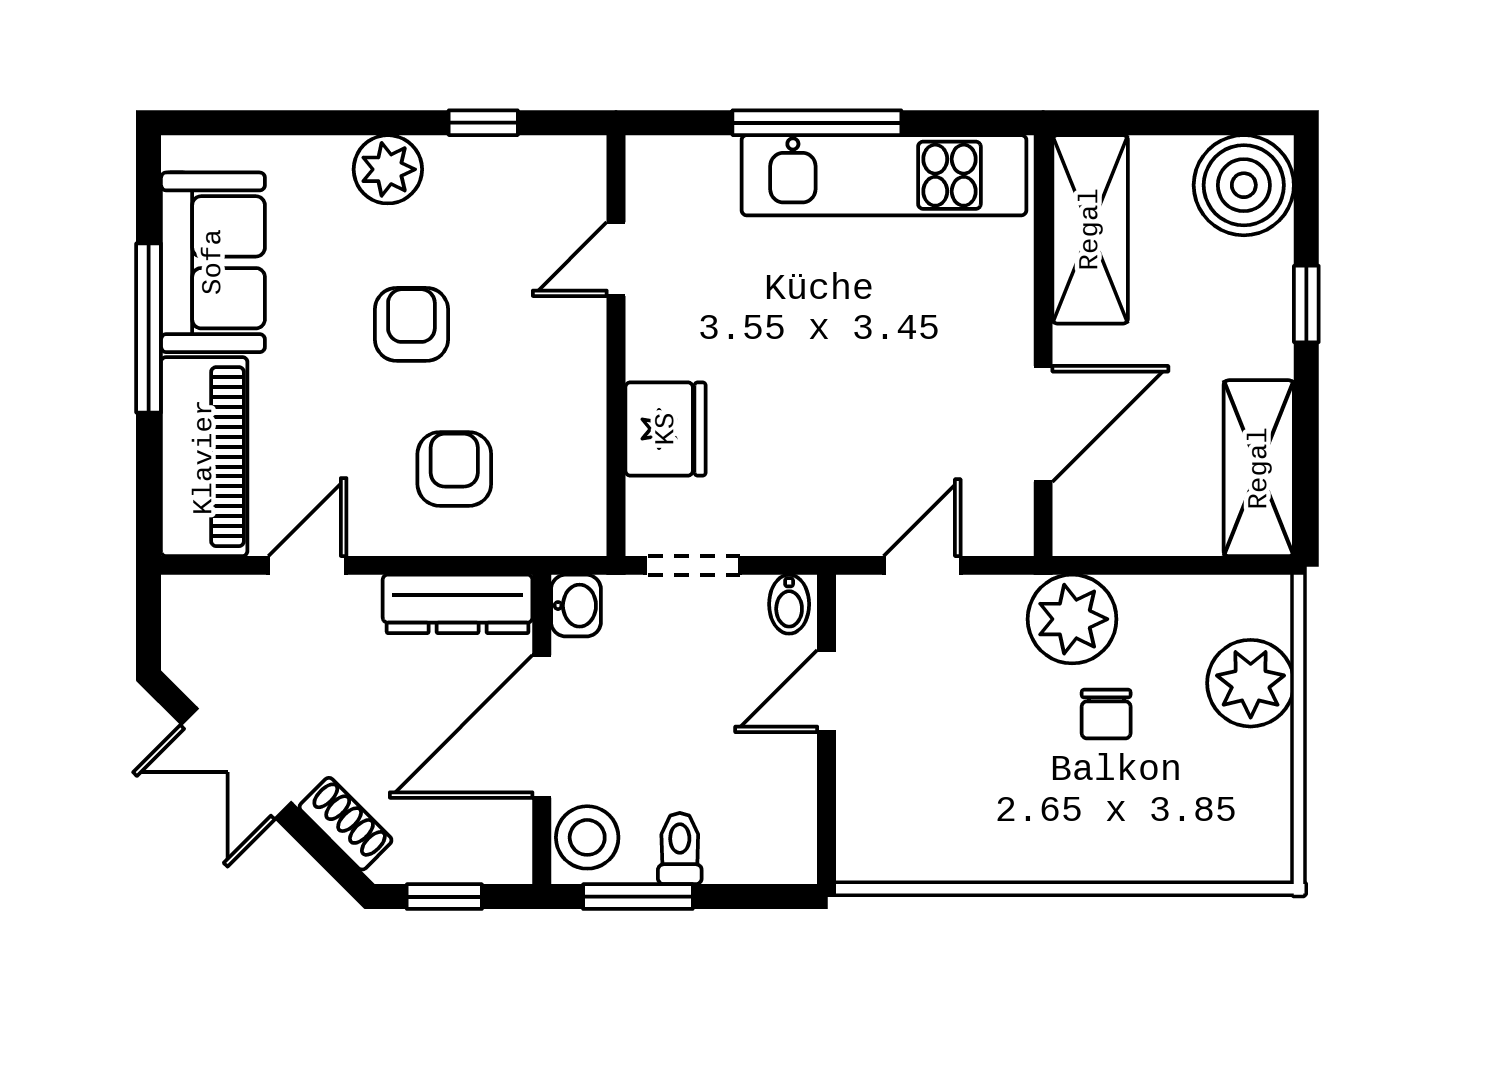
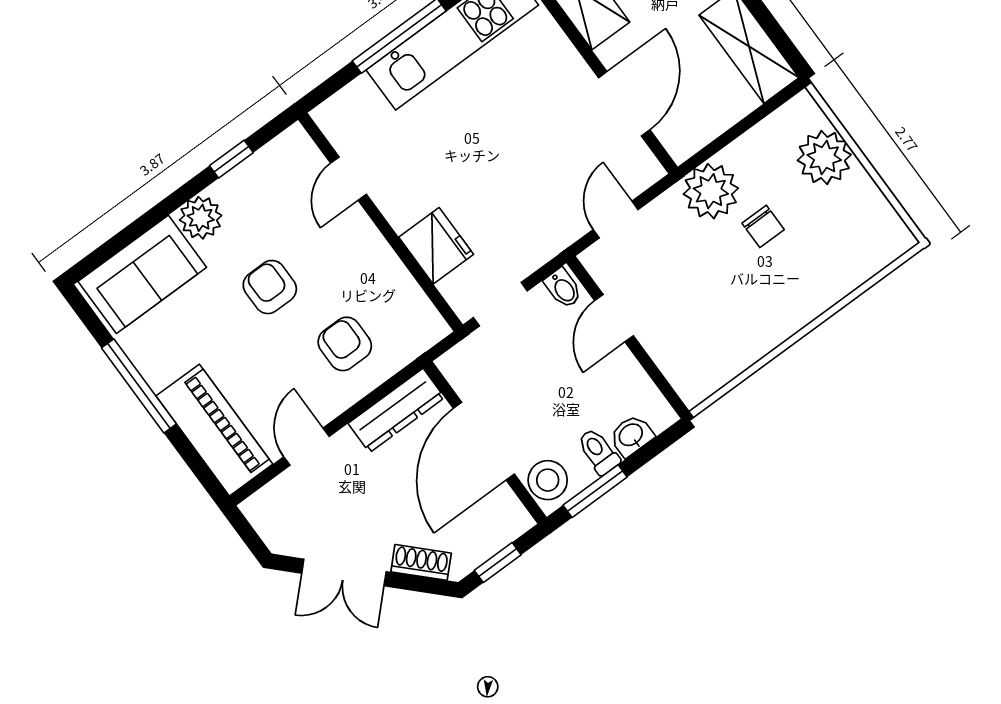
sofa: (213, 262) -> (142, 274), moved, turned 90
washbasin: (576, 606) -> (631, 436), moved, turned -90

